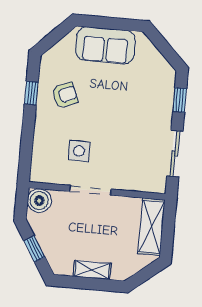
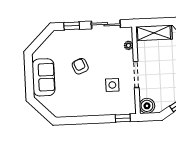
window: (31, 93) -> (123, 118), moved
armchair: (65, 95) -> (80, 66), moved
plant: (137, 184) -> (129, 45), added

